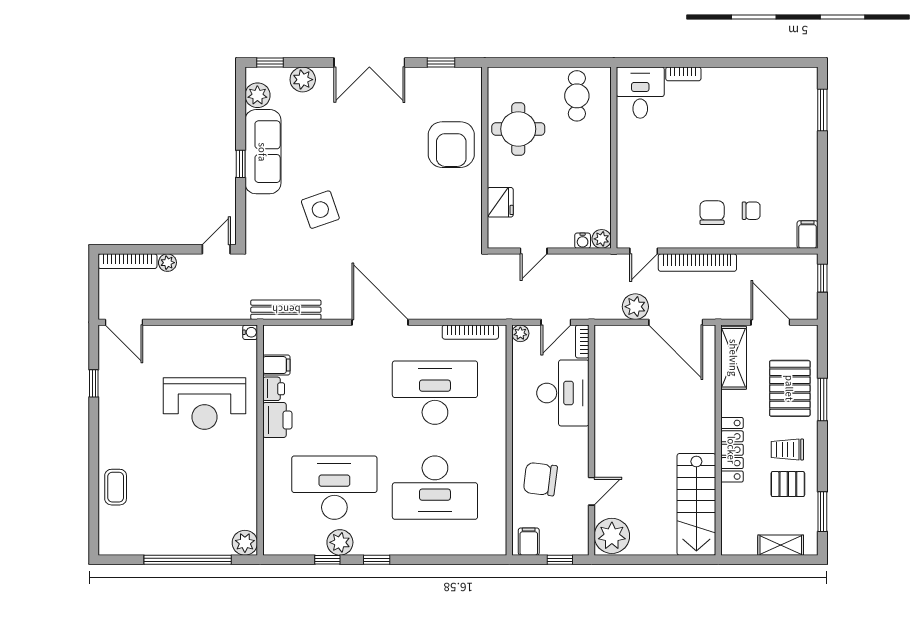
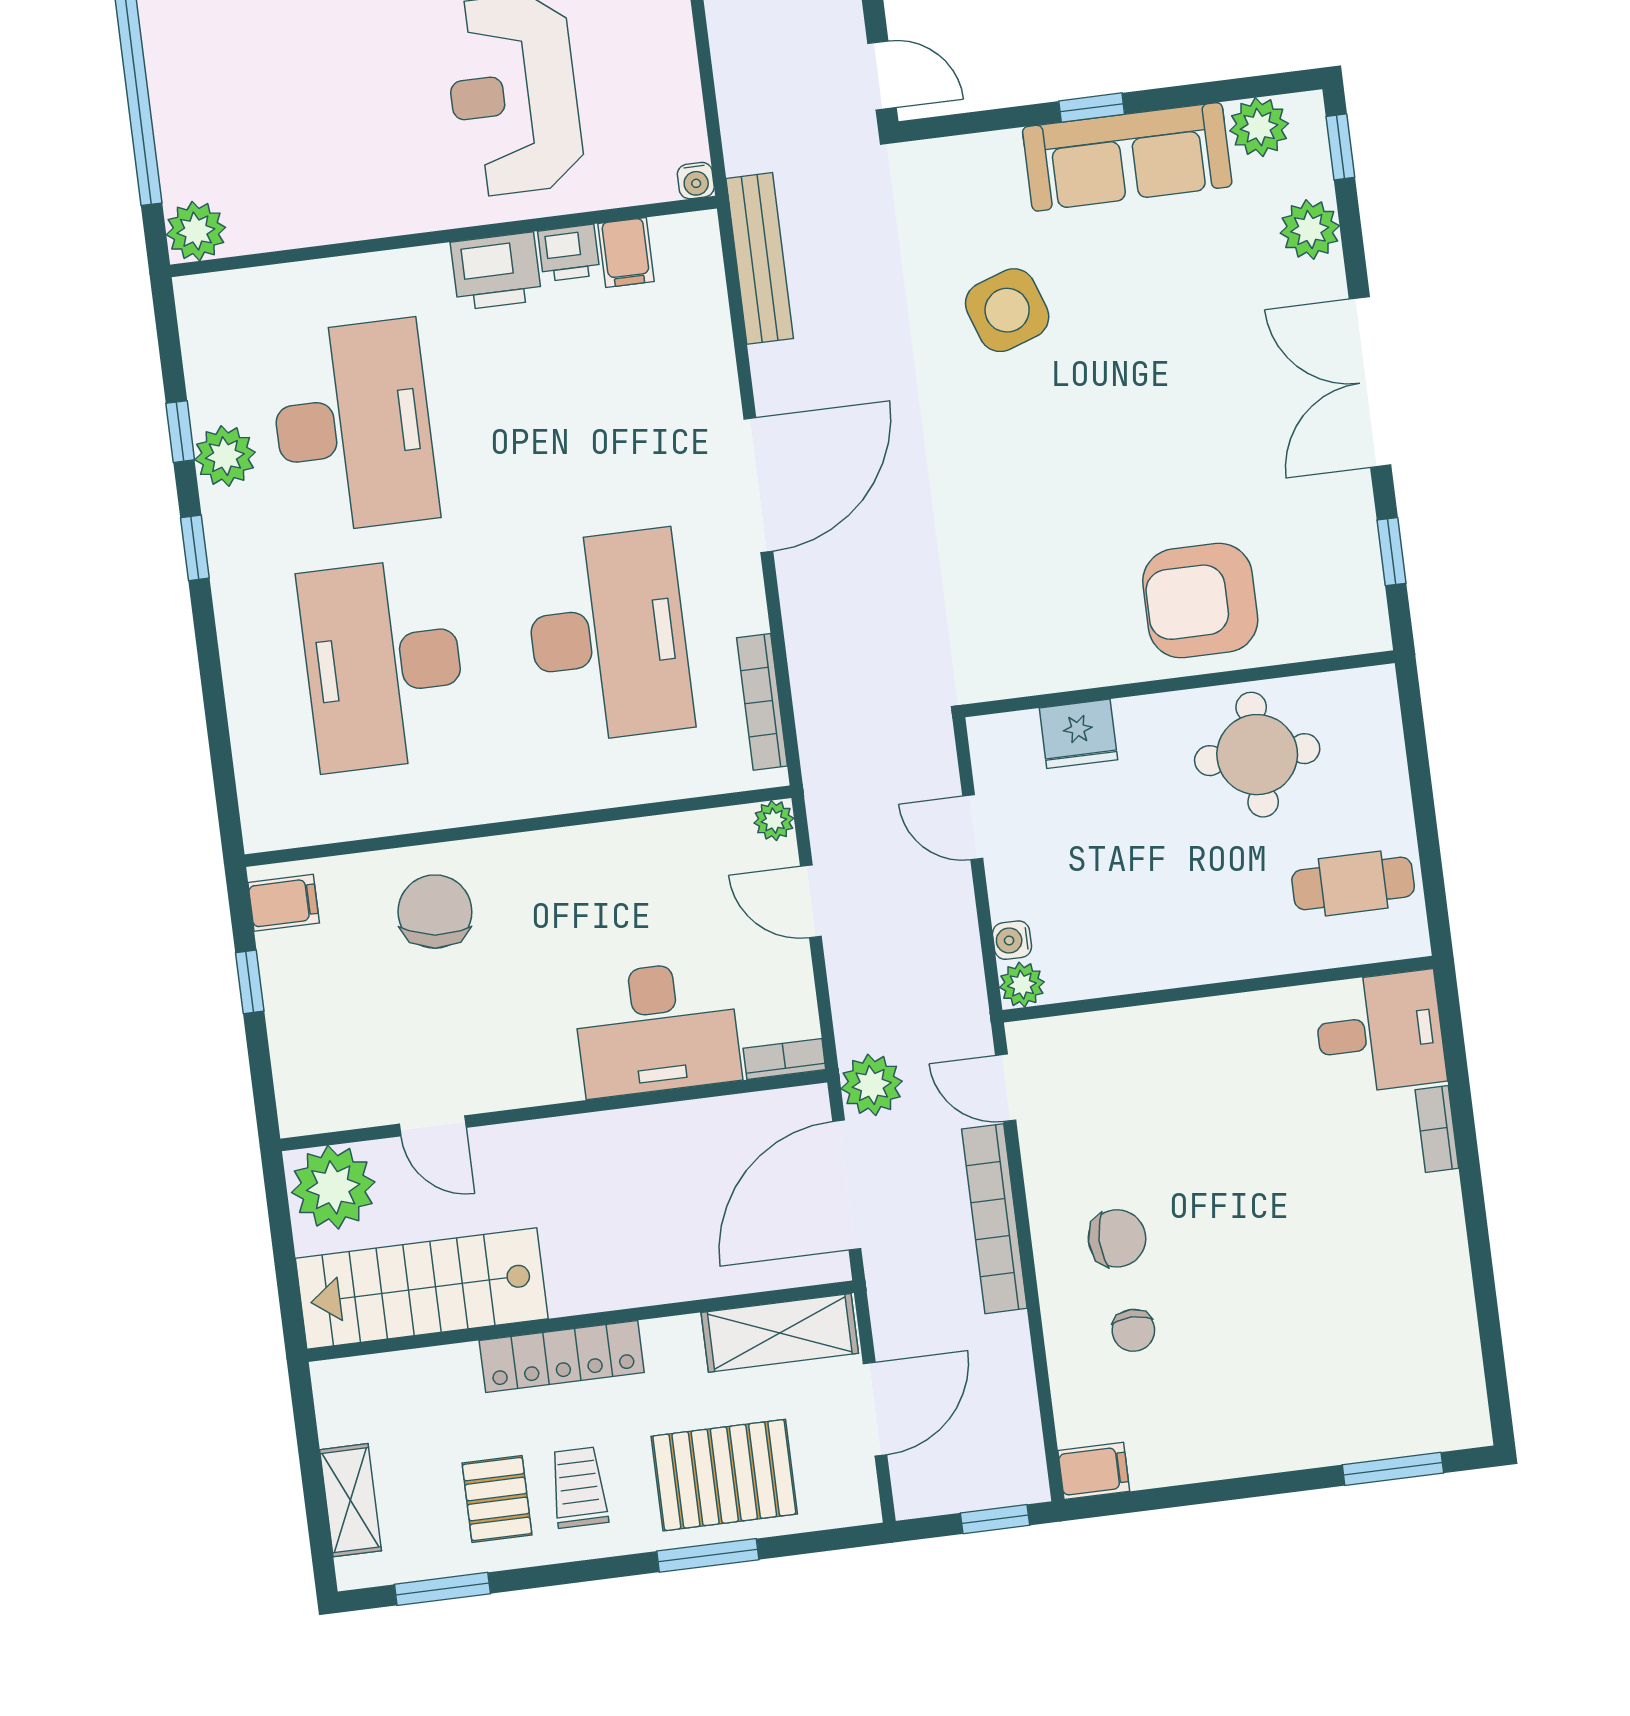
bookcase: (582, 342) -> (784, 1059), moved
desk: (563, 393) -> (657, 1029), moved
wall: (591, 440) -> (554, 1111), moved
door: (591, 491) -> (433, 1126), moved
plant: (612, 536) -> (333, 1187), moved

